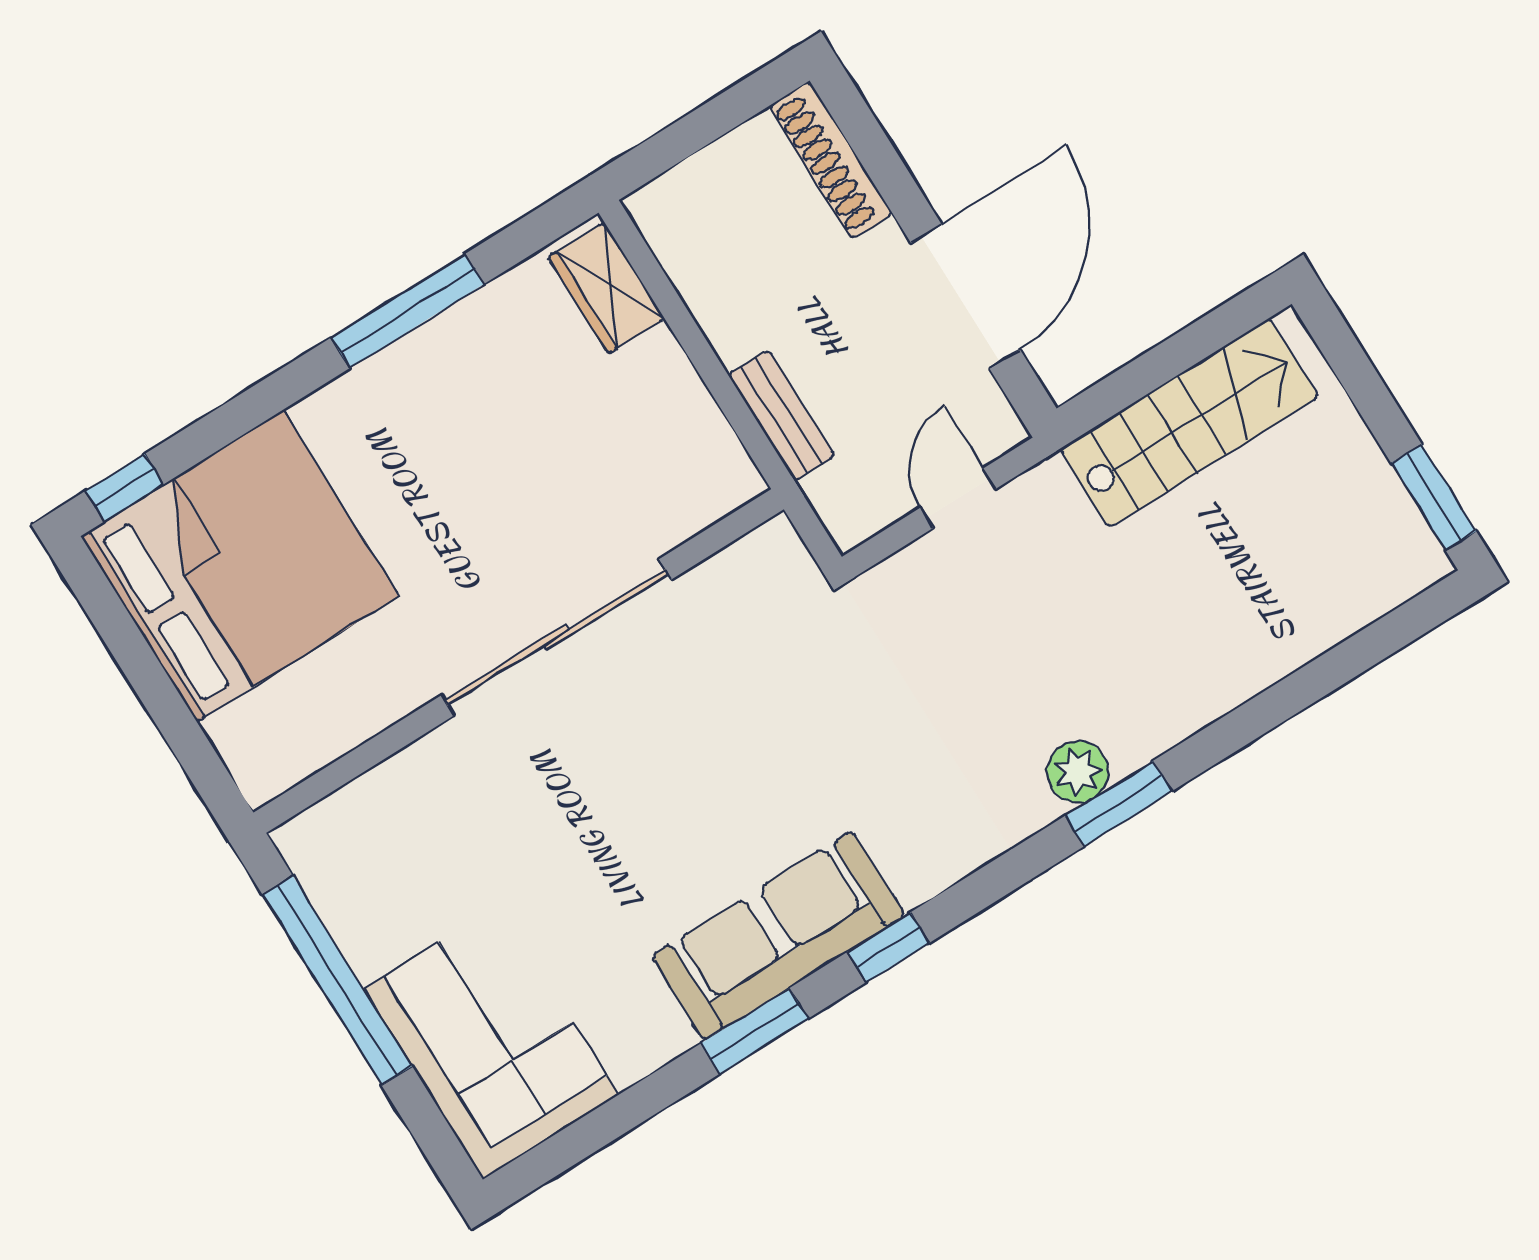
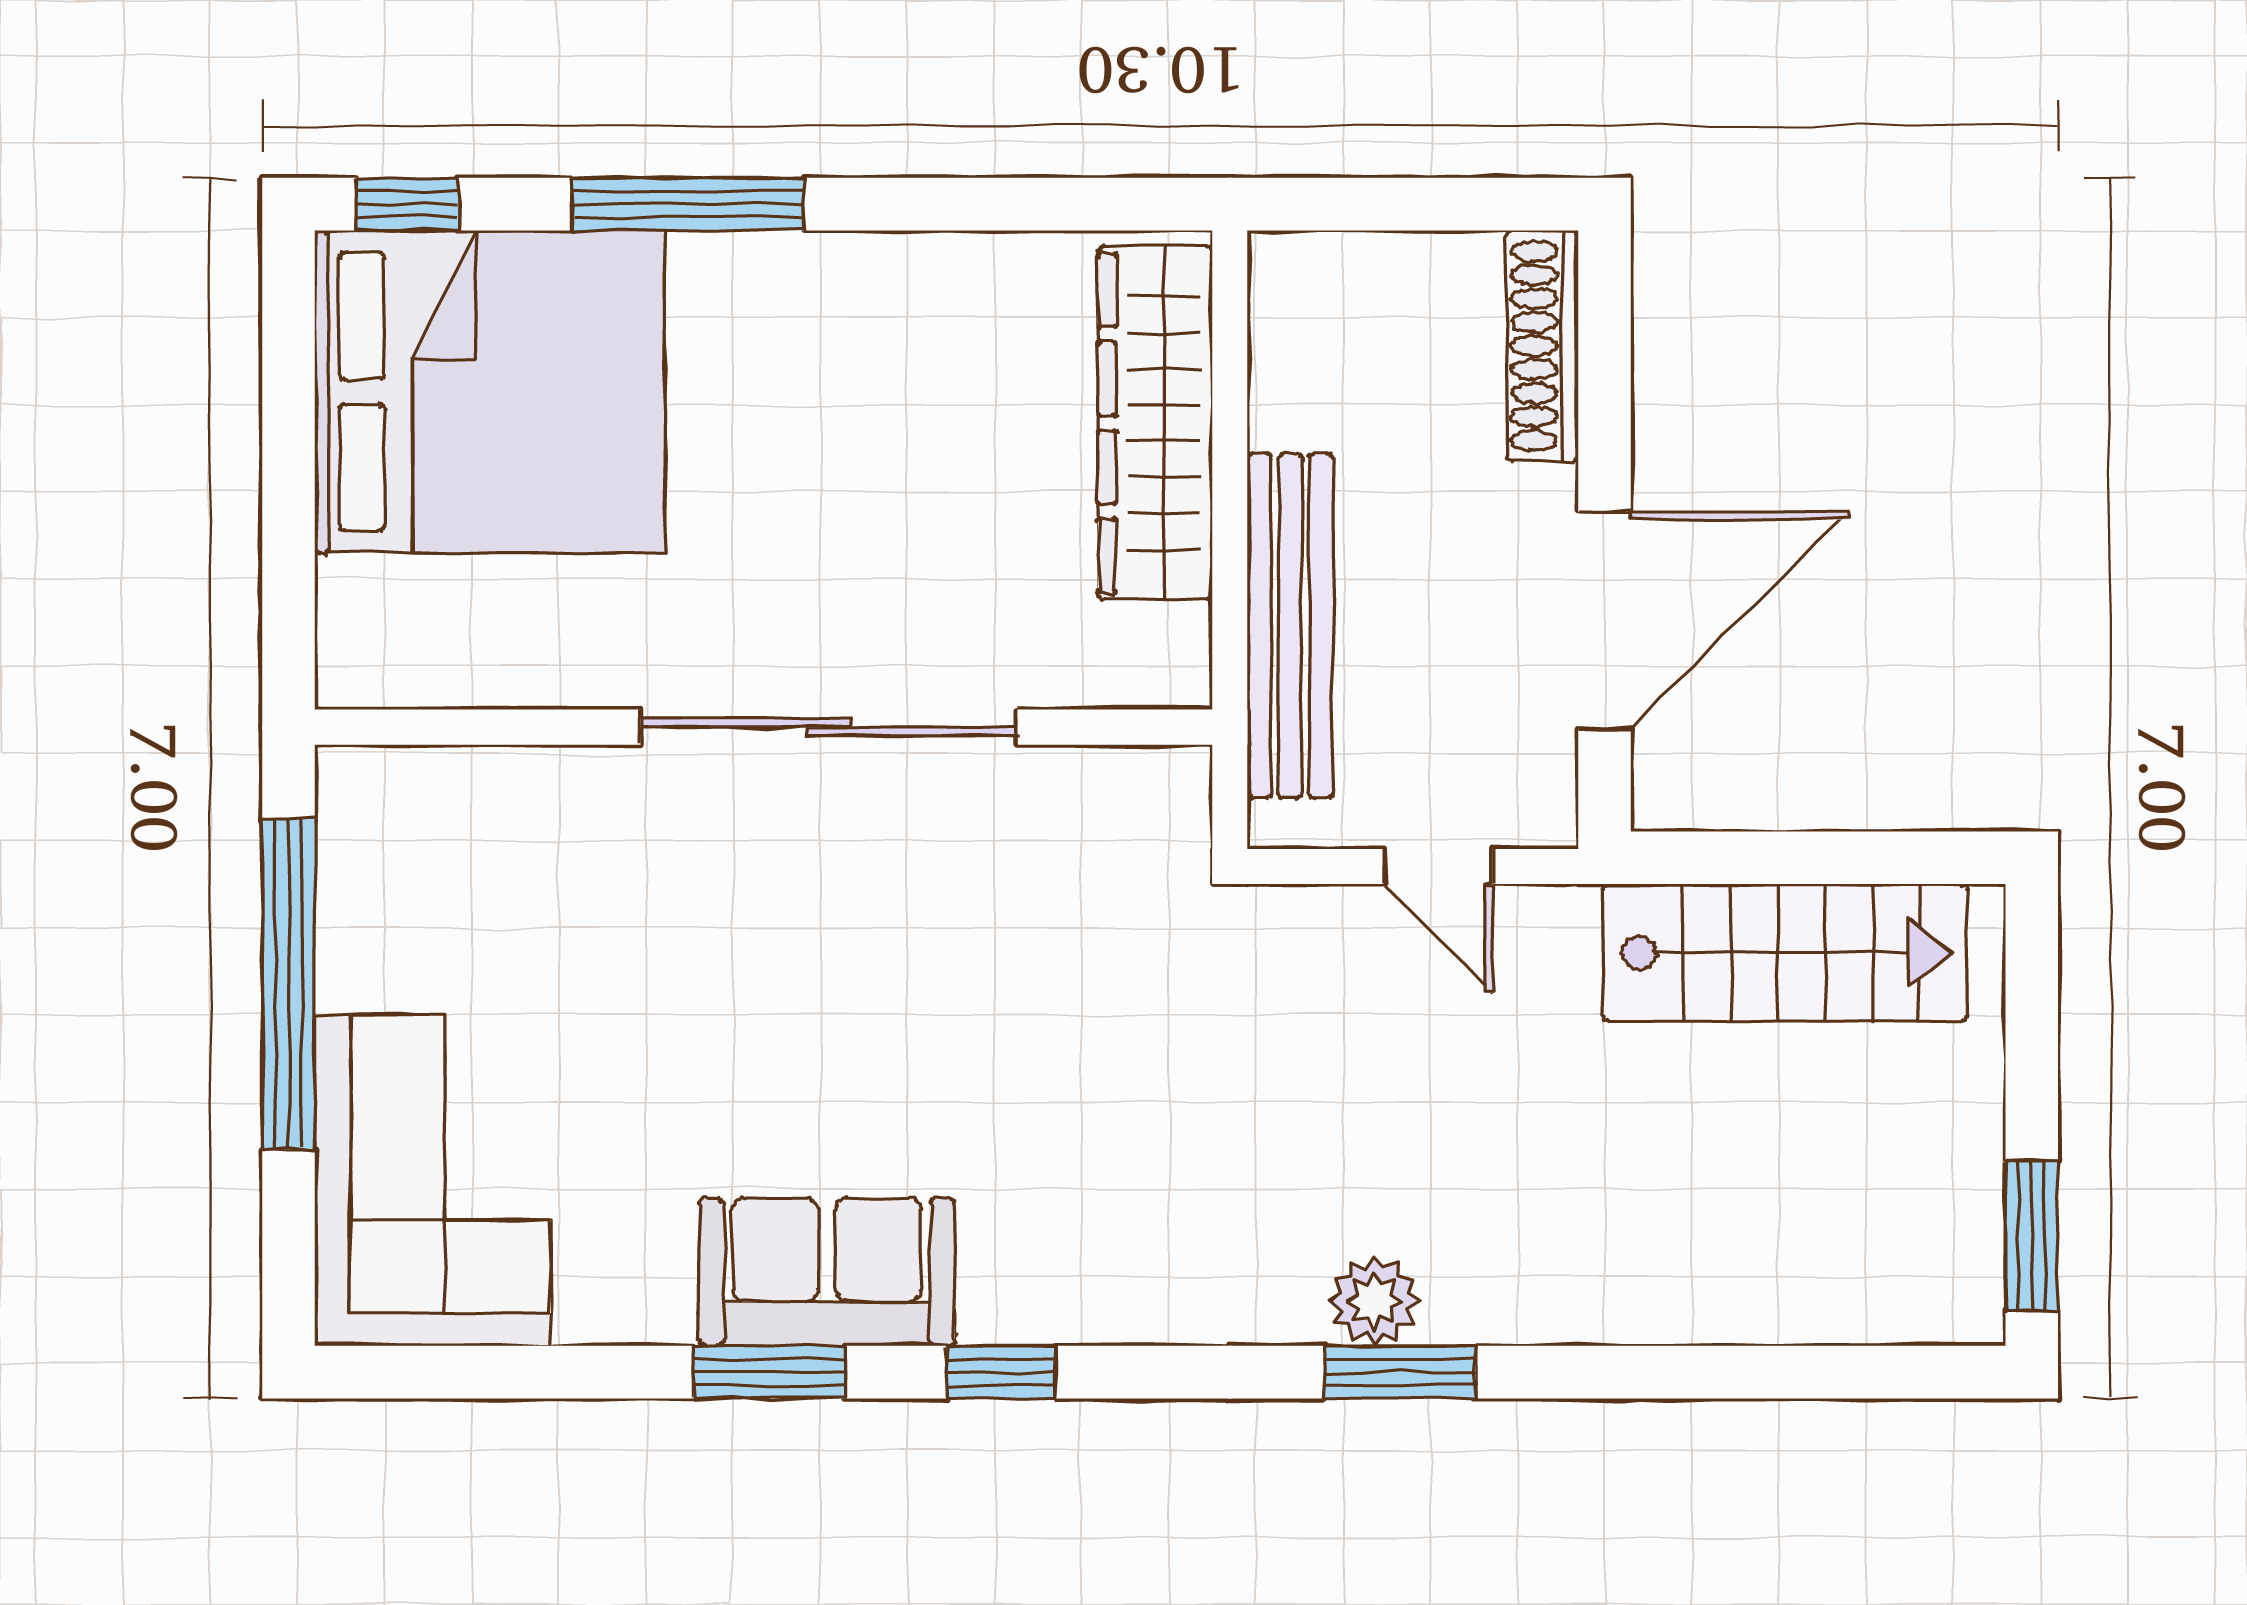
wardrobe: (606, 288) -> (1155, 423), width x2.10, depth x1.17
window: (407, 311) -> (688, 204), moved
bench: (781, 415) -> (1290, 626), width x1.86, depth x1.21
door: (958, 498) -> (1438, 867), swing flipped
sofa: (778, 936) -> (827, 1272), width x0.73

